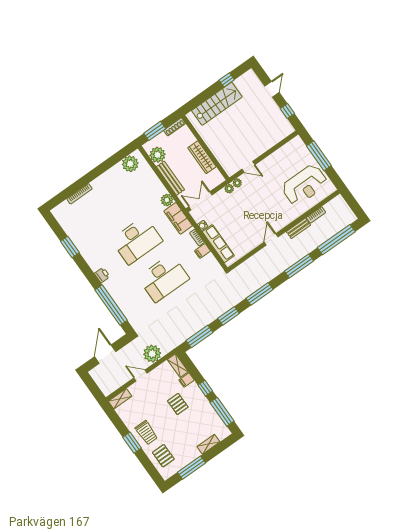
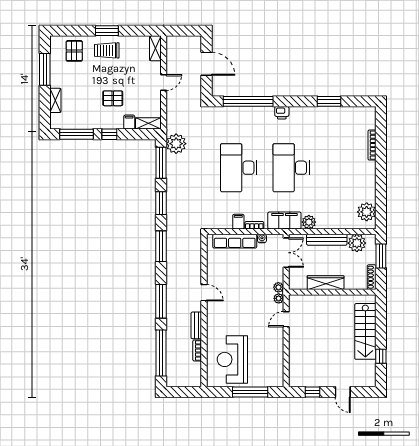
plant: (152, 354) -> (176, 144), moved
pallet: (163, 456) -> (74, 51), turned 90

